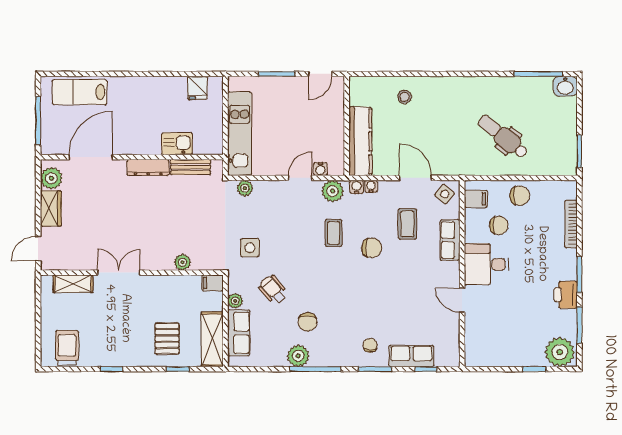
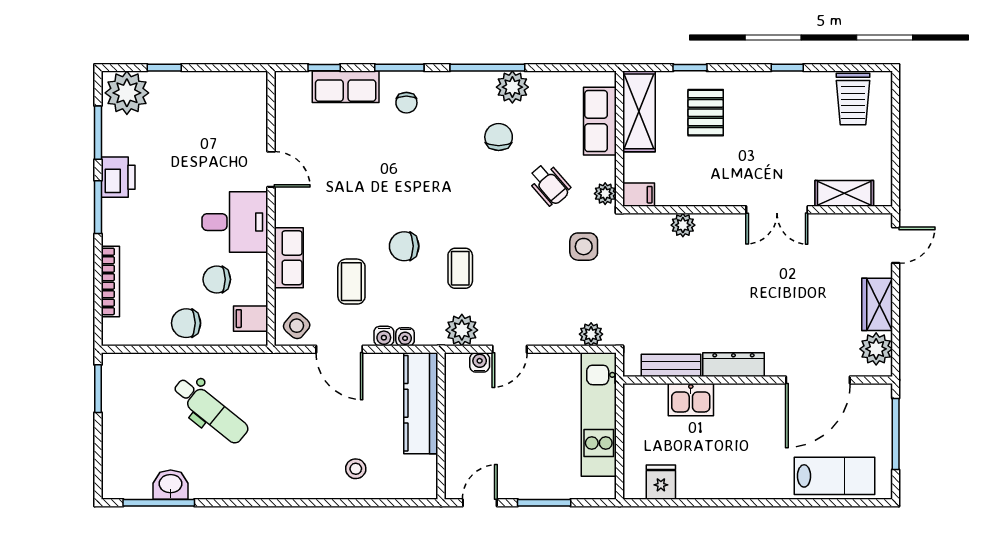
washbasin: (565, 86) -> (171, 485), moved
water cooler: (357, 187) -> (384, 336), moved
plant: (235, 301) -> (605, 194), moved

